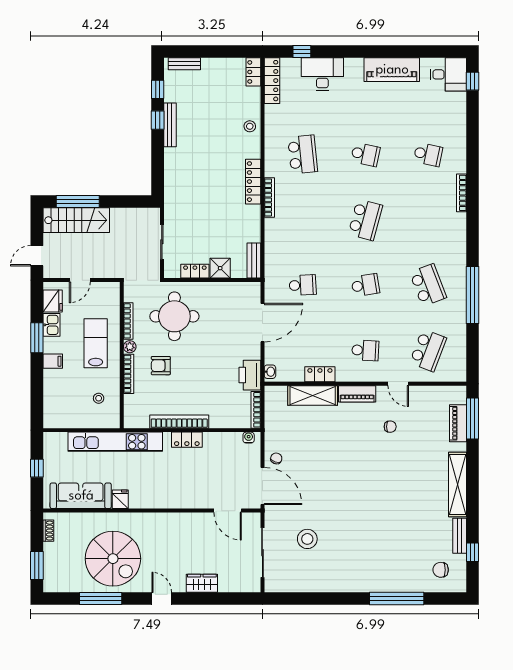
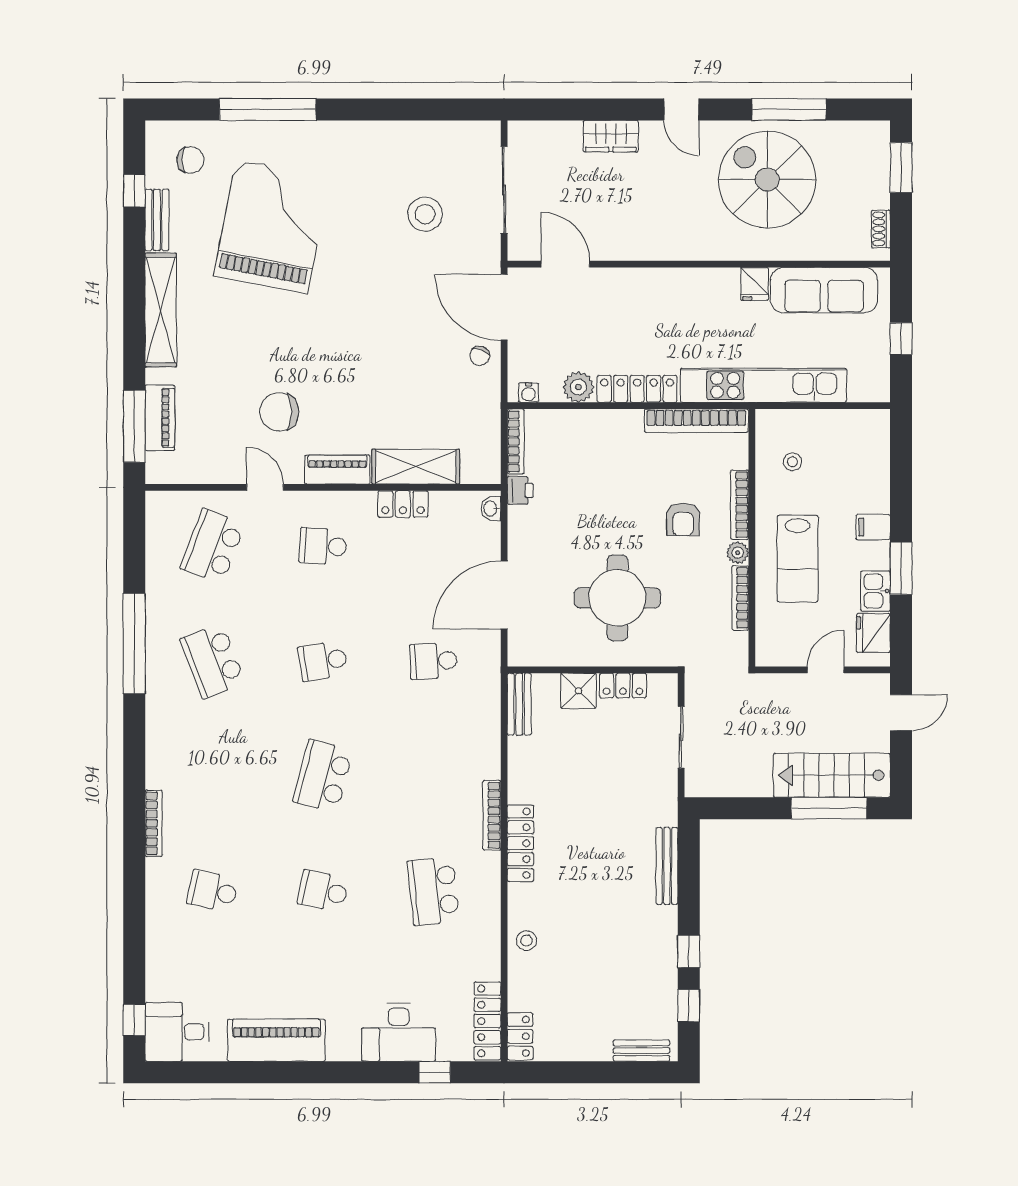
bench: (170, 125) -> (667, 866), moved
round table: (174, 316) -> (617, 598), moved
armchair: (161, 366) -> (683, 519), turned 90
printer: (250, 375) -> (520, 490), width x0.53, depth x0.68
bookcase: (179, 422) -> (696, 421), moved
chair: (390, 427) -> (279, 412), width x1.87, depth x1.87
locker: (187, 440) -> (637, 389), width x1.53
plant: (220, 441) -> (578, 387), added
grand piano: (395, 532) -> (272, 227), added

